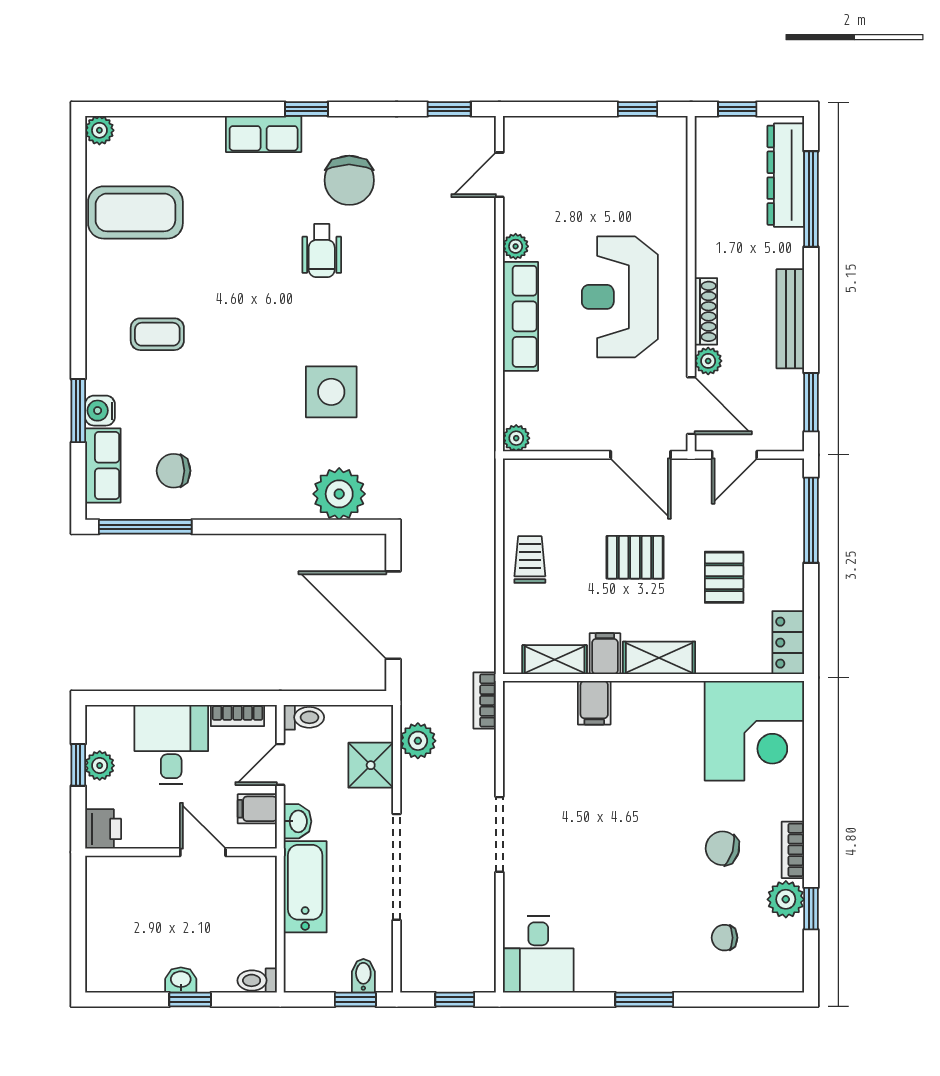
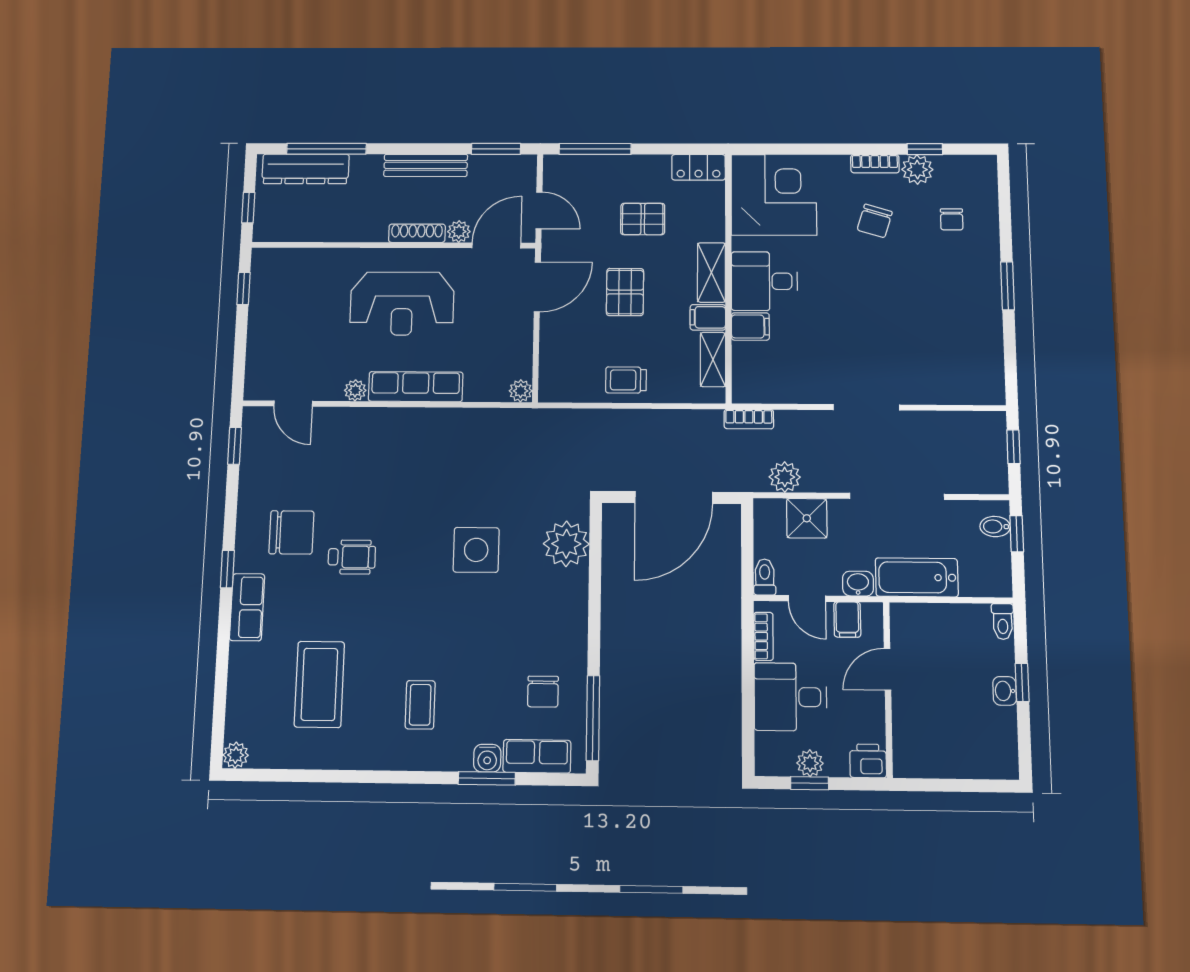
coffee table: (135, 212) -> (319, 684), moved
desk: (538, 954) -> (764, 281), moved, turned 180

